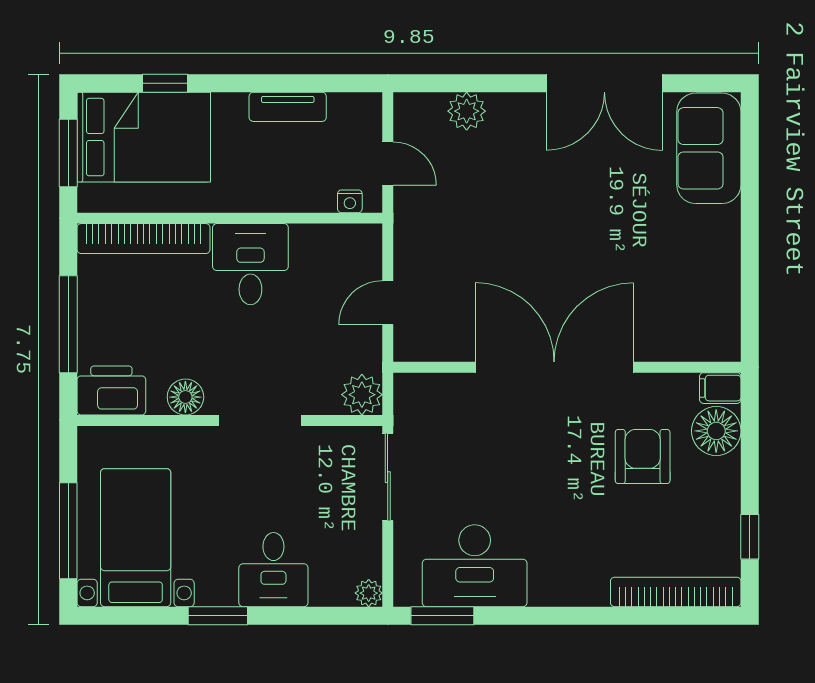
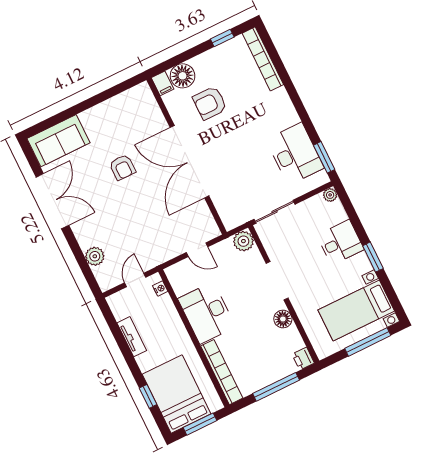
armchair: (604, 241) -> (122, 167), added
desk: (250, 264) -> (207, 313), width x1.37
printer: (111, 391) -> (303, 359), width x0.53, depth x0.68

